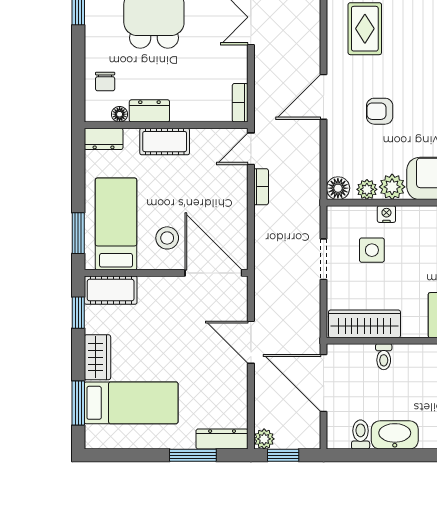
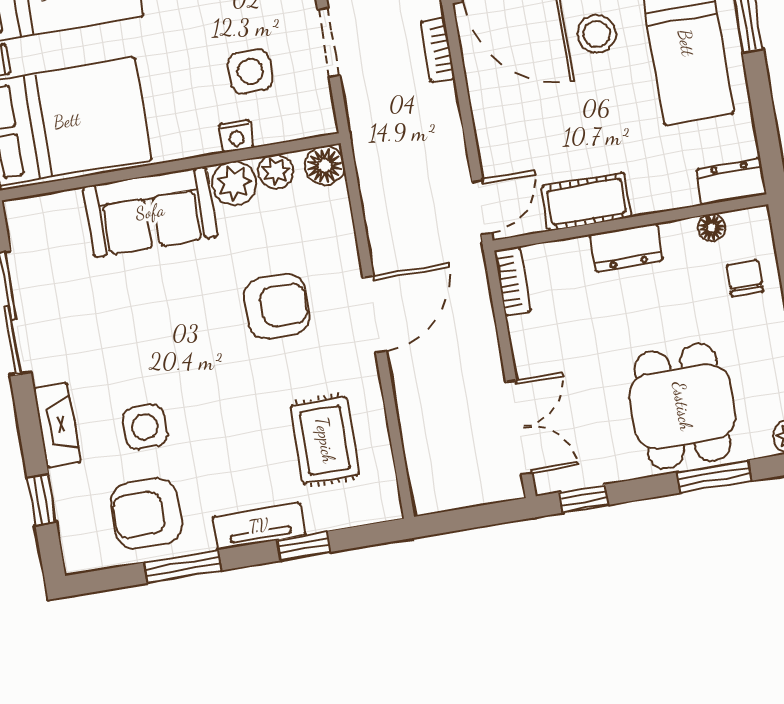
dresser: (149, 111) -> (626, 248), moved
armchair: (380, 111) -> (277, 306), width x1.38, depth x1.38
cot: (165, 142) -> (587, 202), moved
bookcase: (261, 187) -> (438, 50), moved

